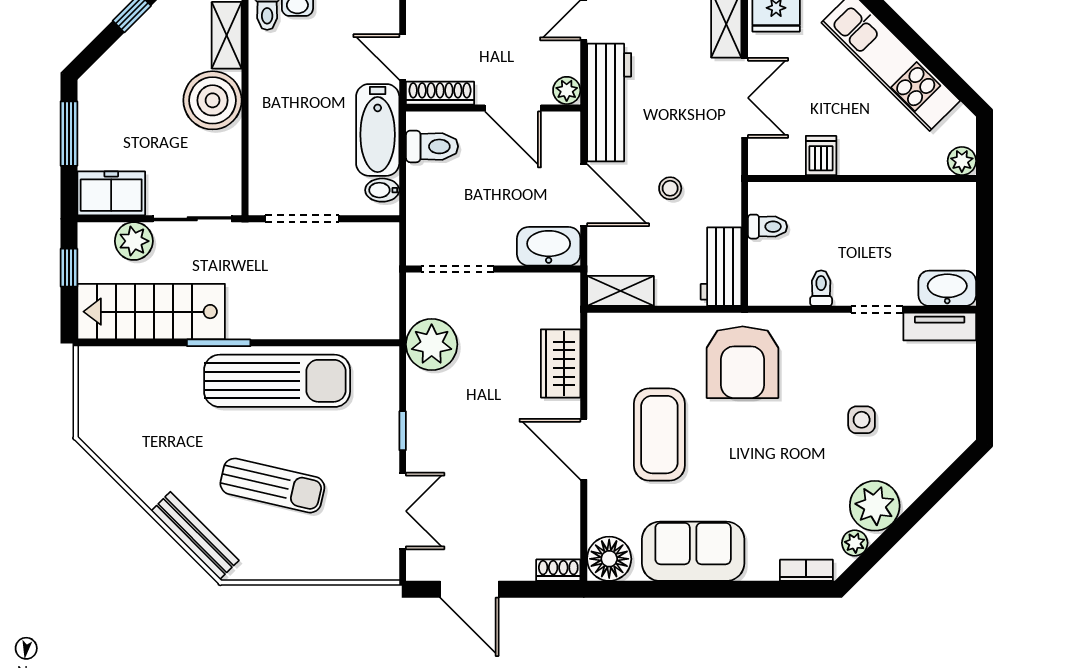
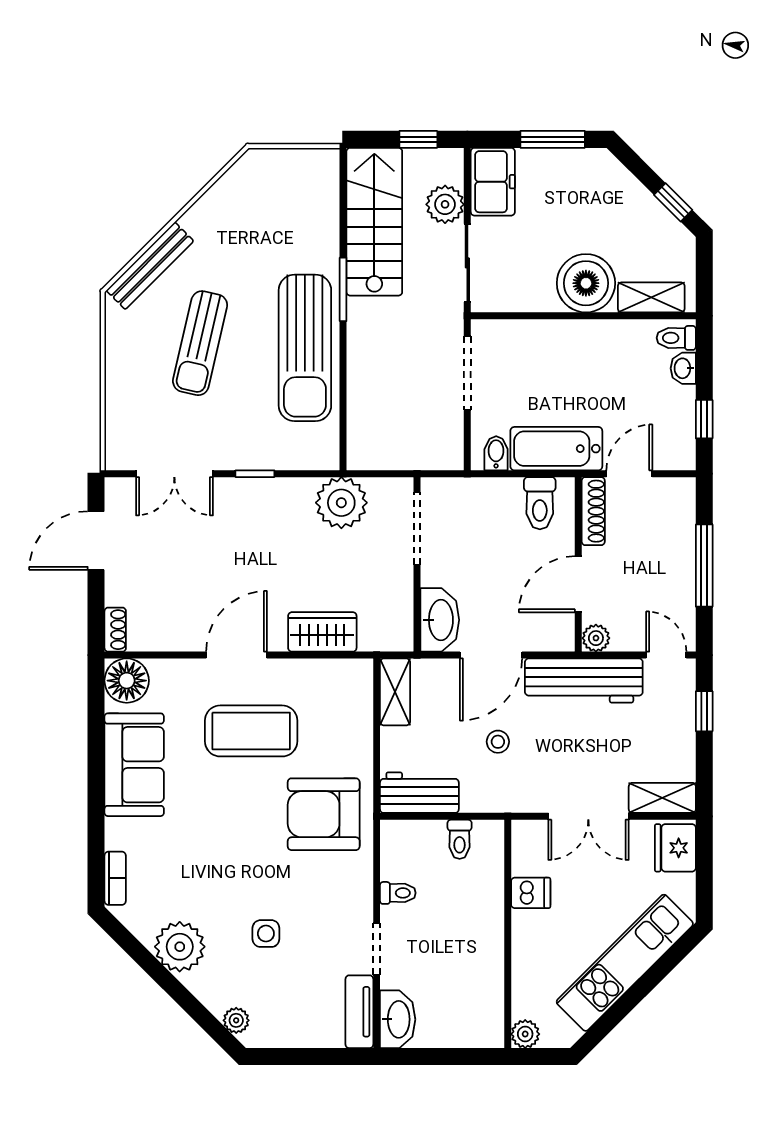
plant: (855, 543) -> (236, 1020), moved

